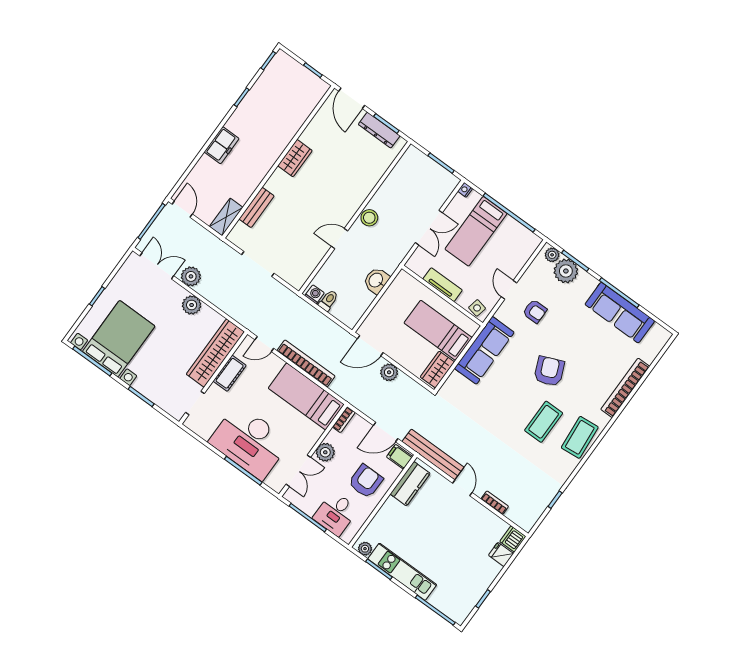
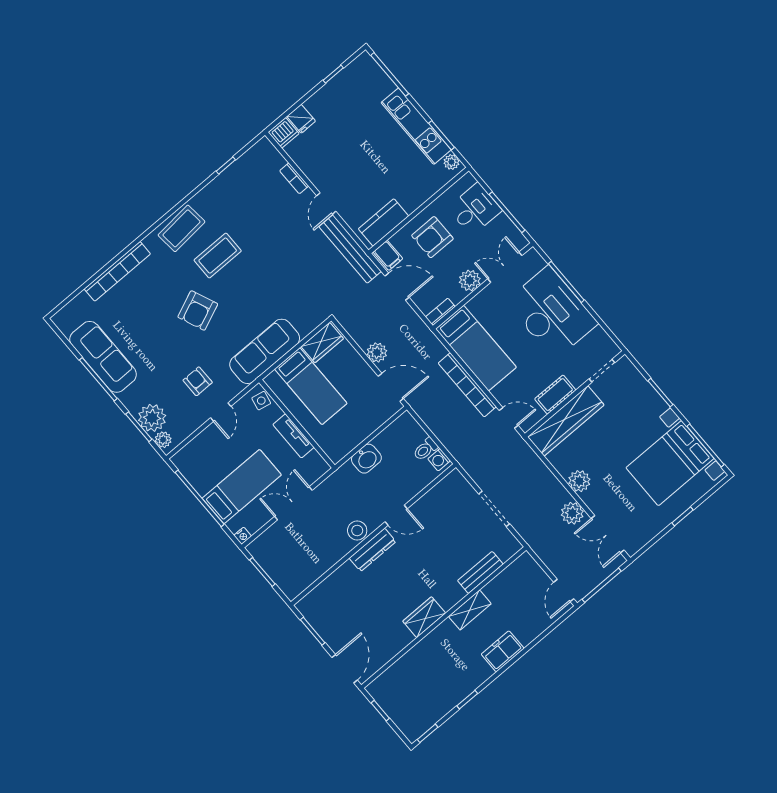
dresser: (379, 130) -> (373, 550), moved, turned 90
shelving: (226, 217) -> (470, 610), moved

